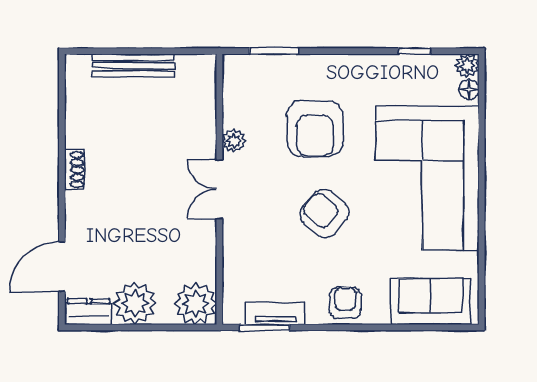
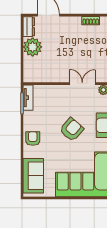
armchair: (345, 303) -> (33, 139), turned -90
plant: (196, 304) -> (32, 73), removed
tv unit: (275, 313) -> (28, 98), moved

